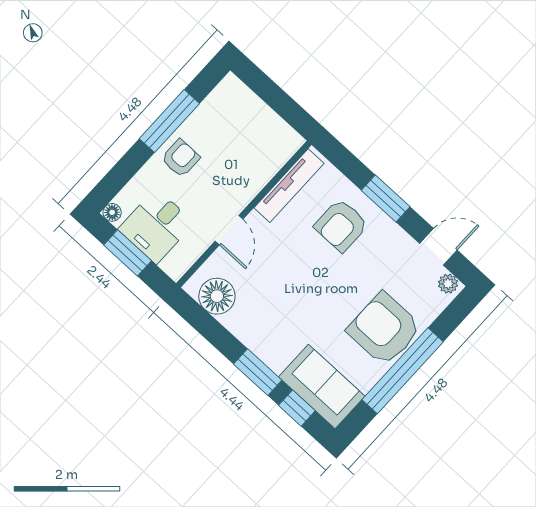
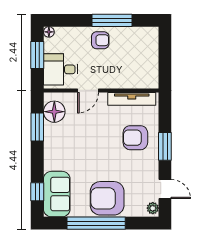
desk: (156, 226) -> (61, 69), moved
armchair: (384, 329) -> (107, 198), turned -90
window: (258, 372) -> (37, 127), moved

